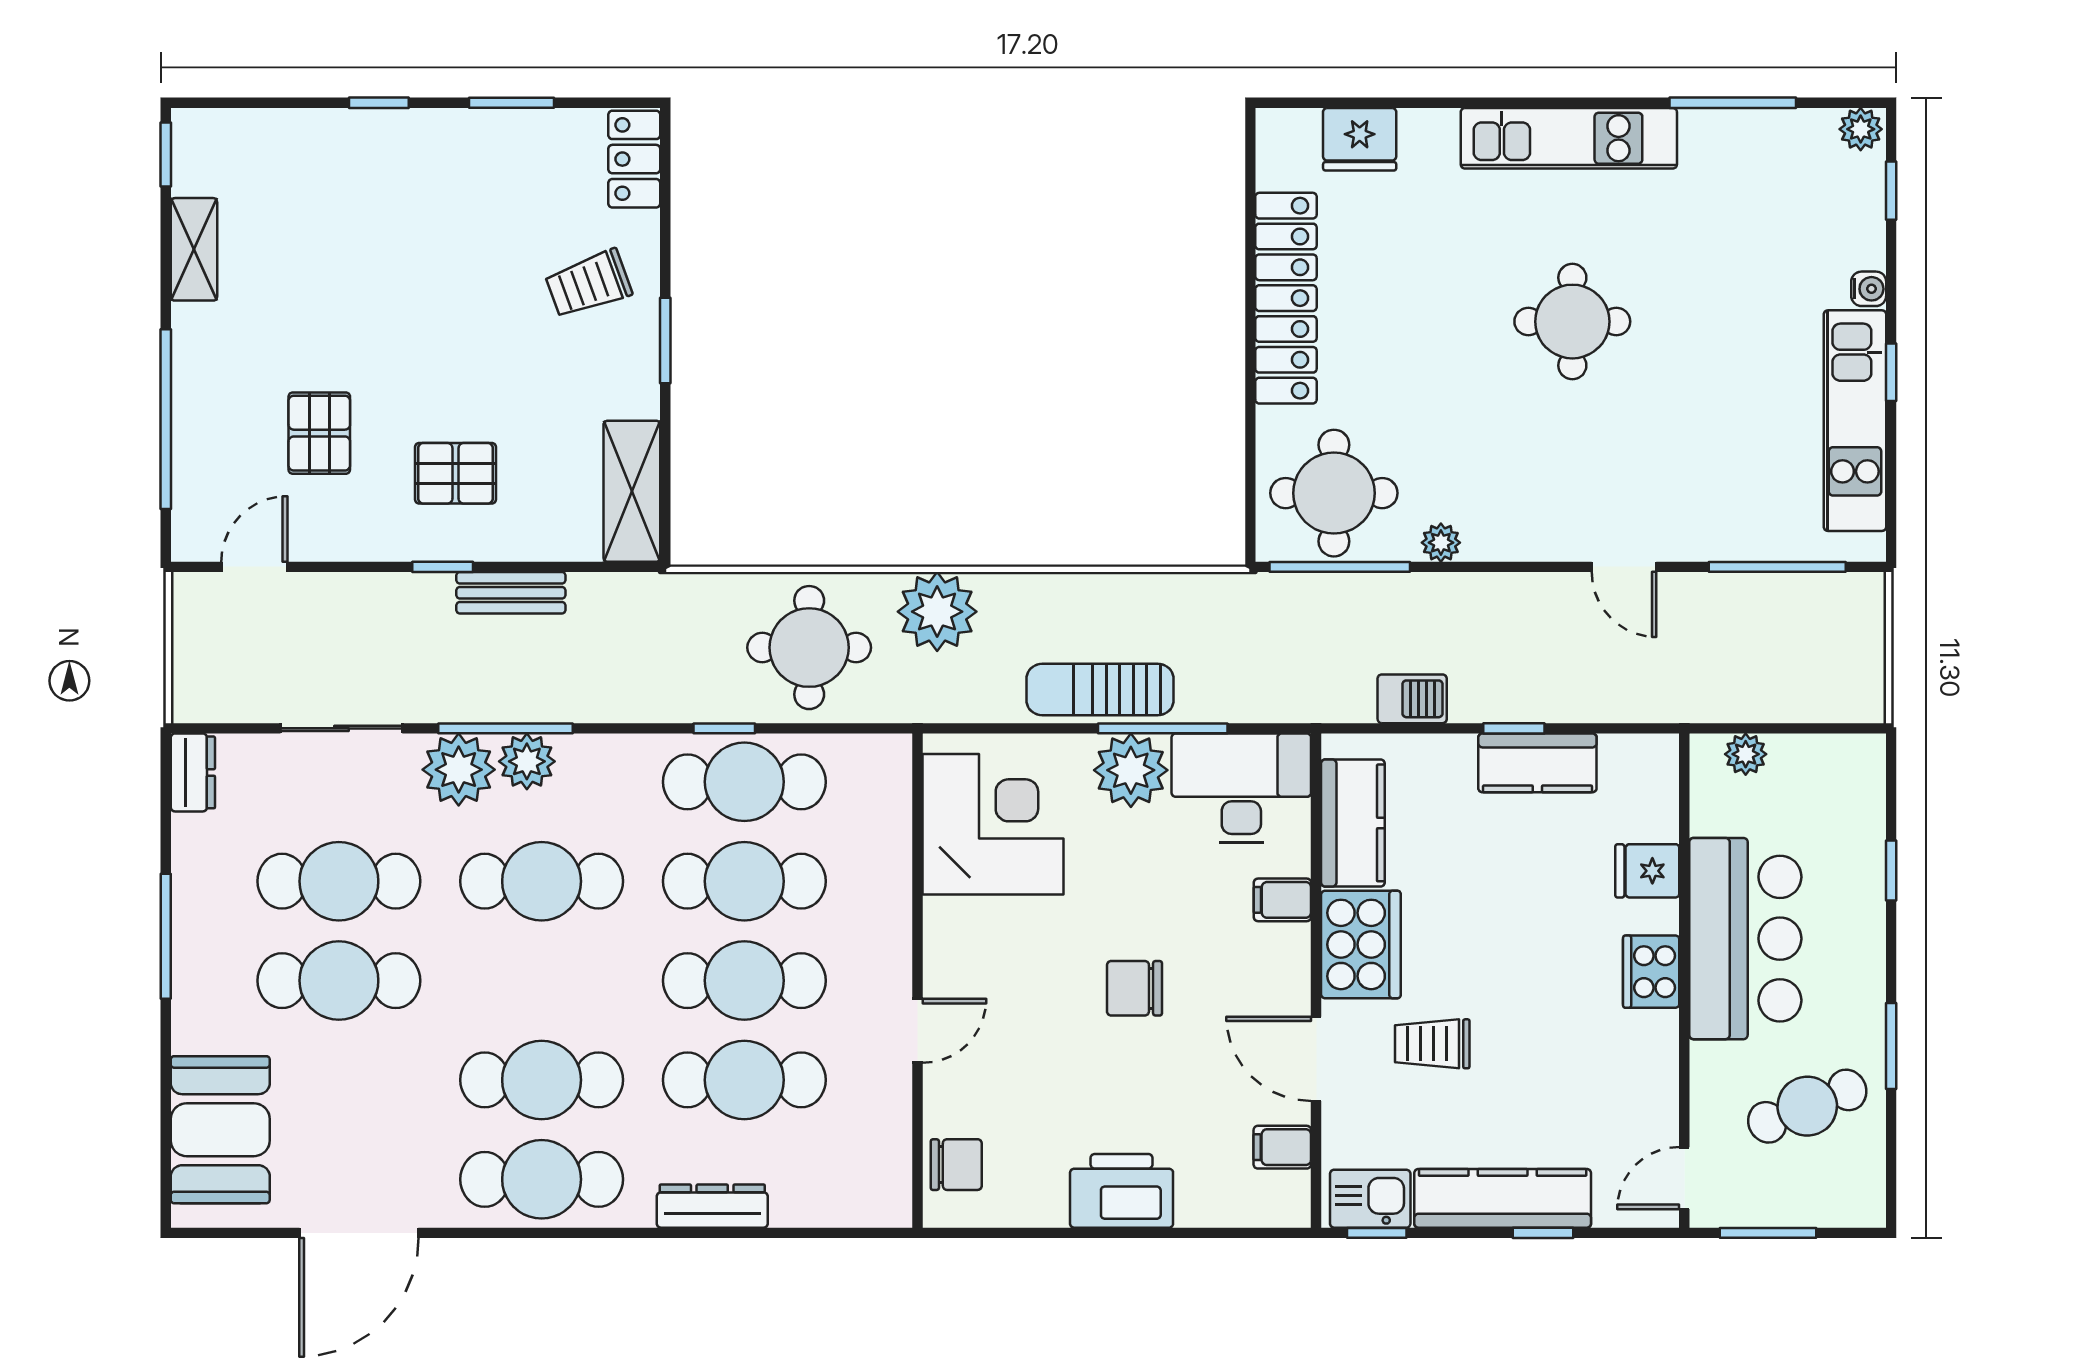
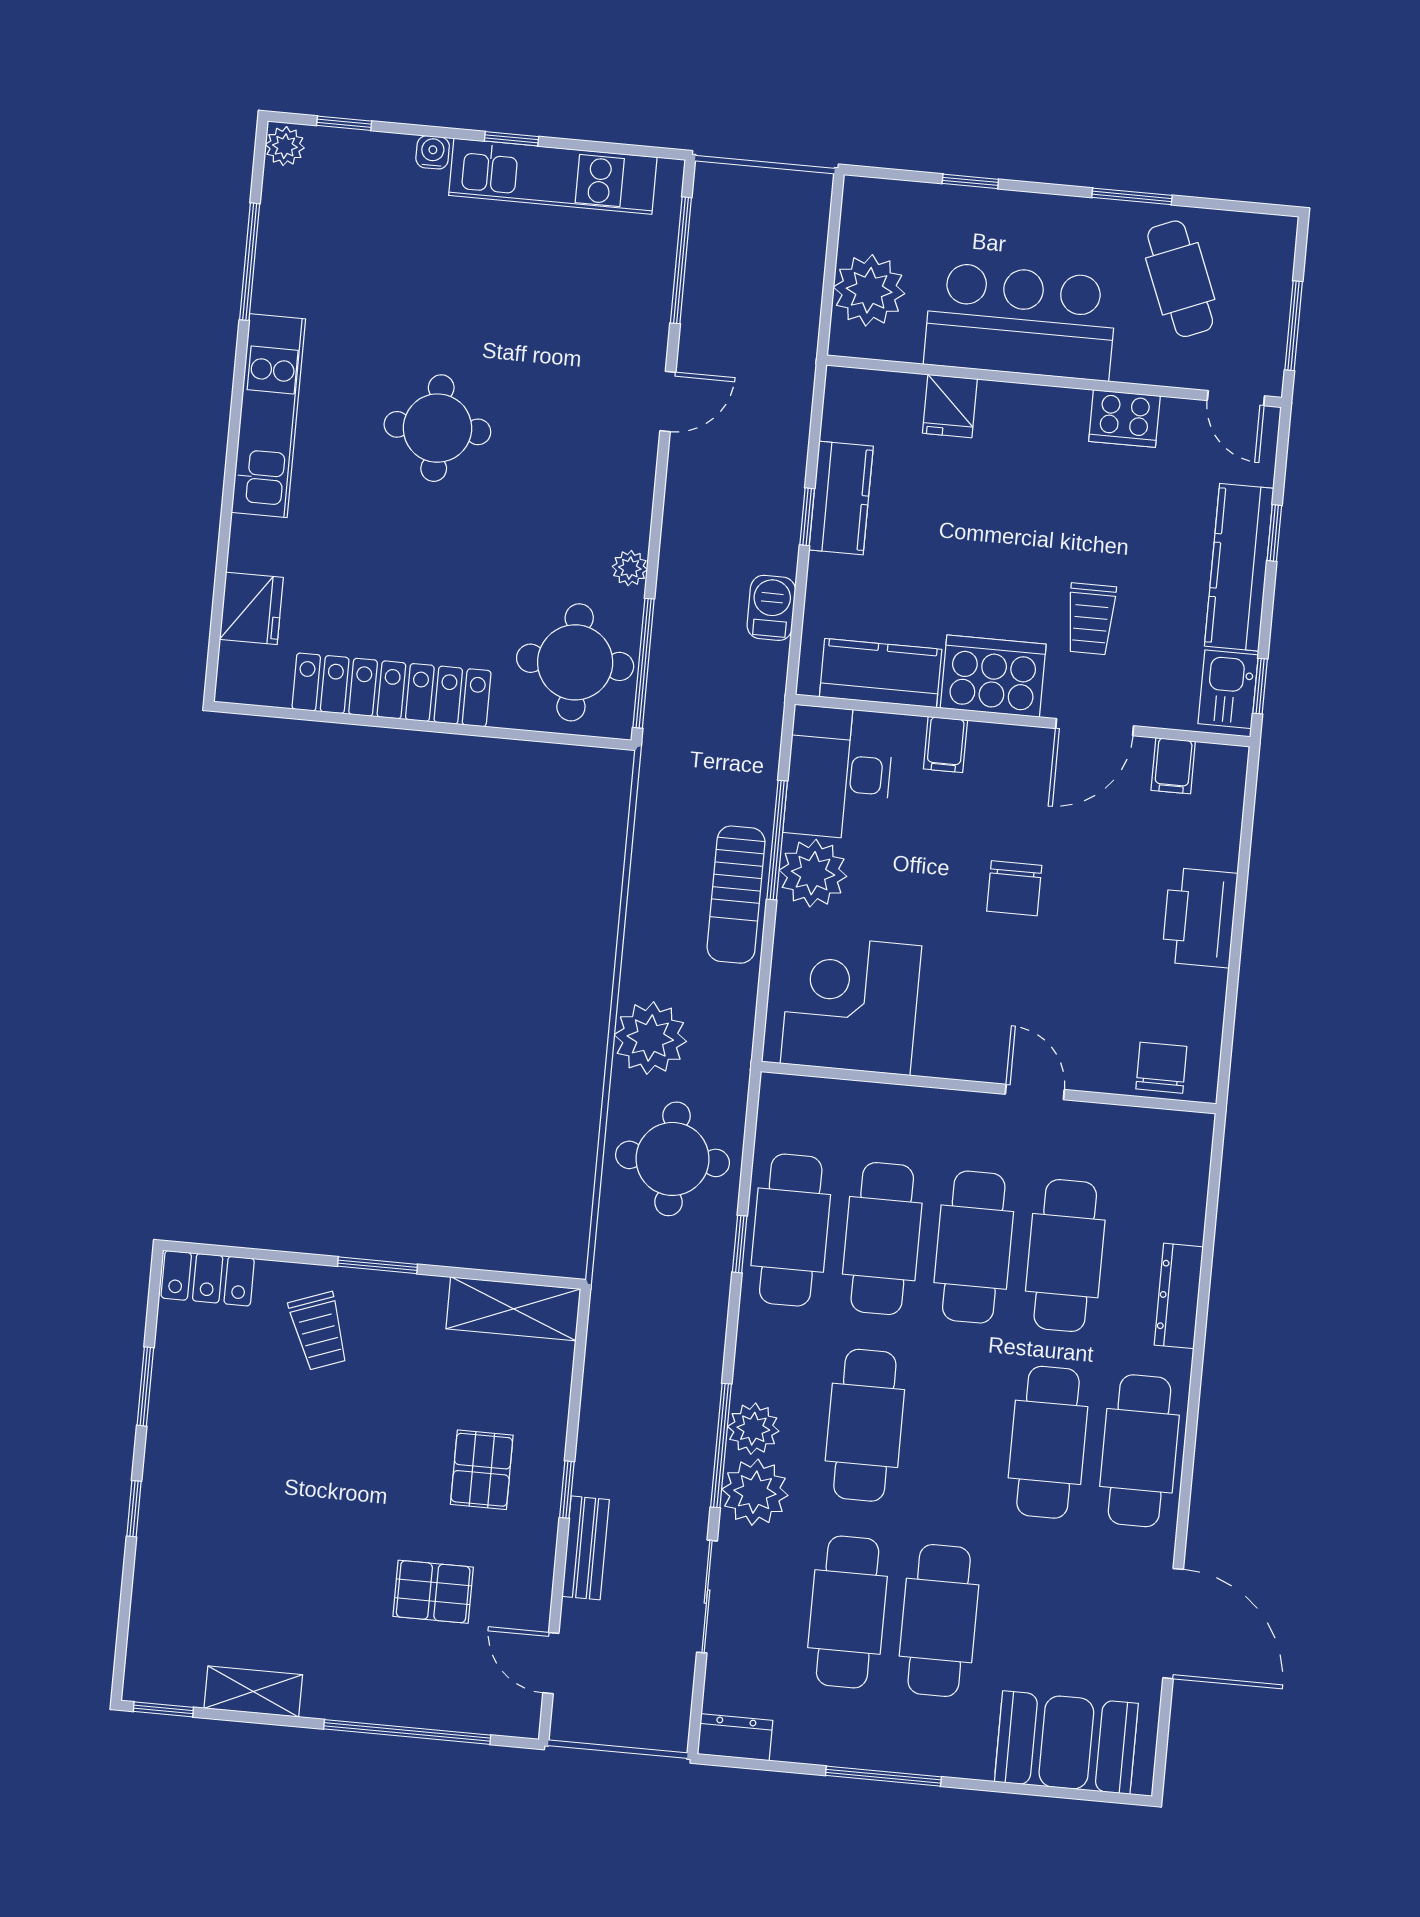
bench: (511, 593) -> (586, 1548), moved
plant: (1746, 754) -> (869, 290), width x1.87, depth x1.87
cooker: (1651, 972) -> (1124, 419), moved

